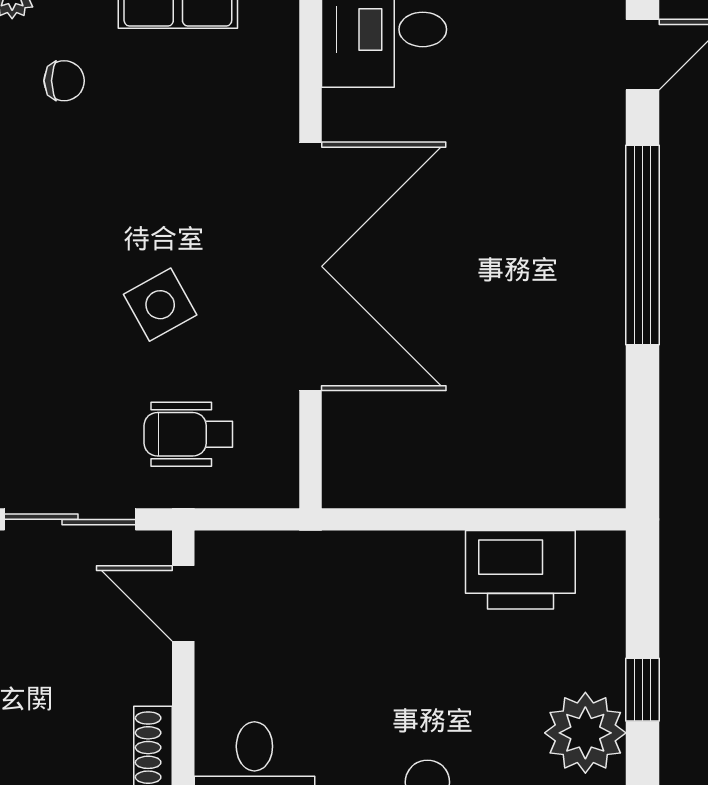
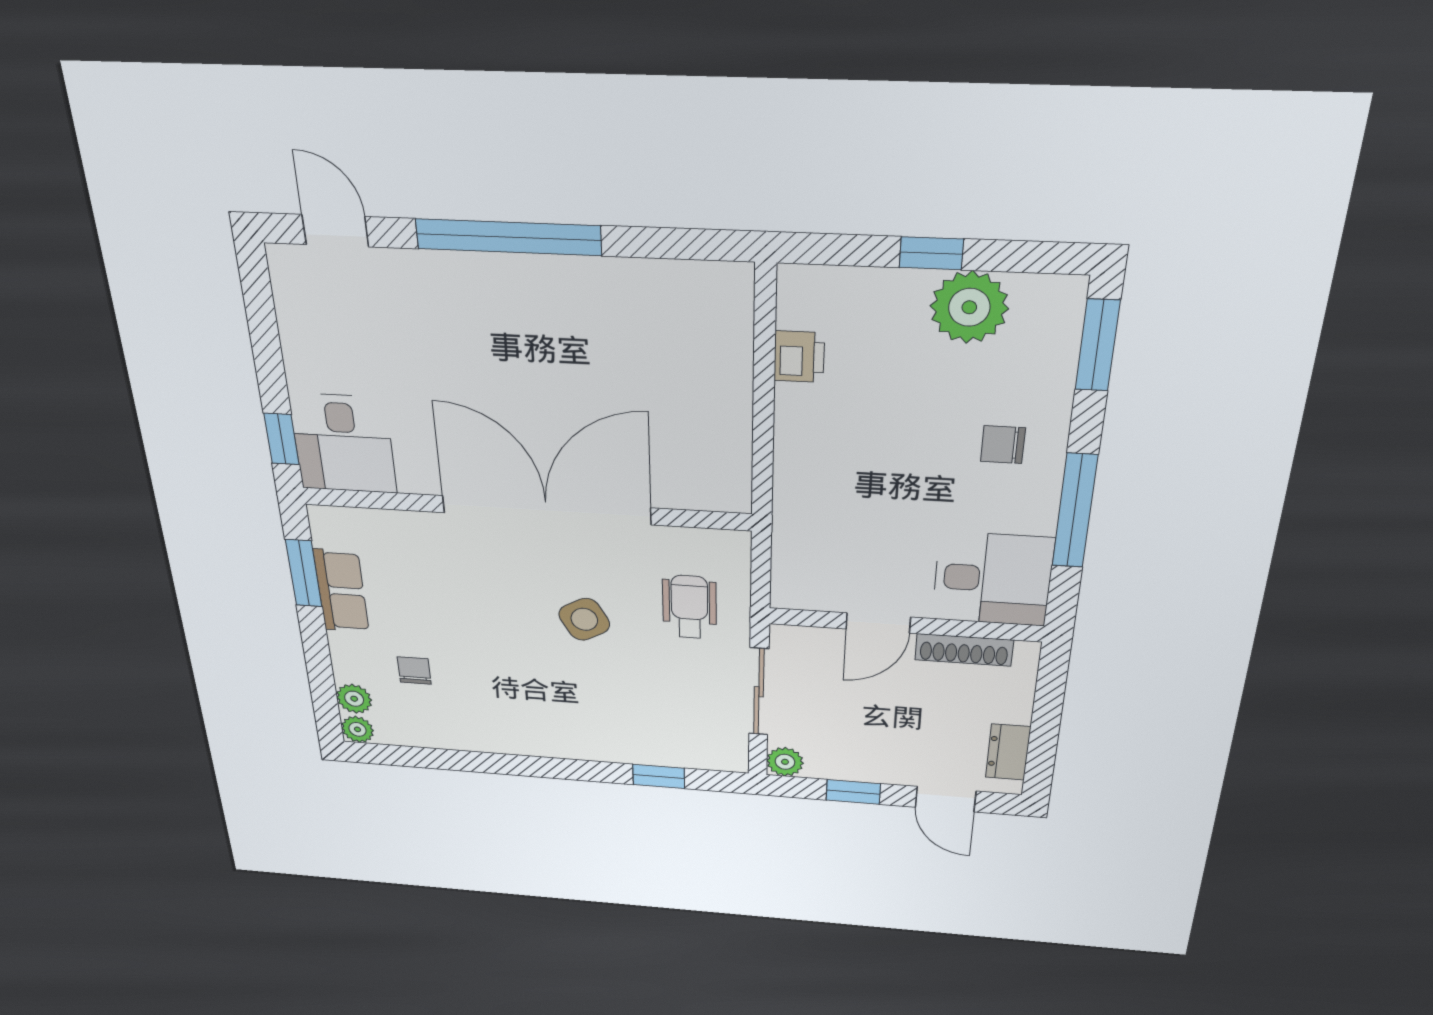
wheelchair: (188, 434) -> (689, 607), turned 180
printer: (520, 570) -> (799, 357), width x0.53, depth x0.68
door: (183, 603) -> (878, 623), moved

